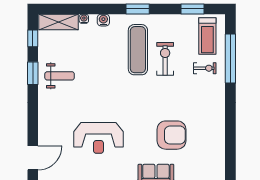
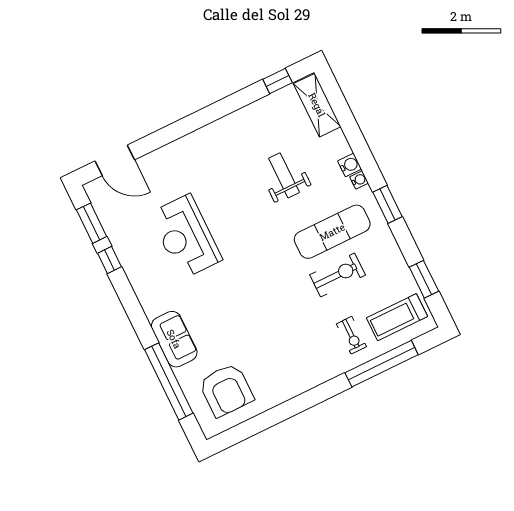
water cooler: (84, 19) -> (359, 180), moved
window: (33, 73) -> (230, 104), removed
weight bench: (60, 76) -> (284, 175), moved, turned 180
armchair: (171, 135) -> (226, 390), moved

